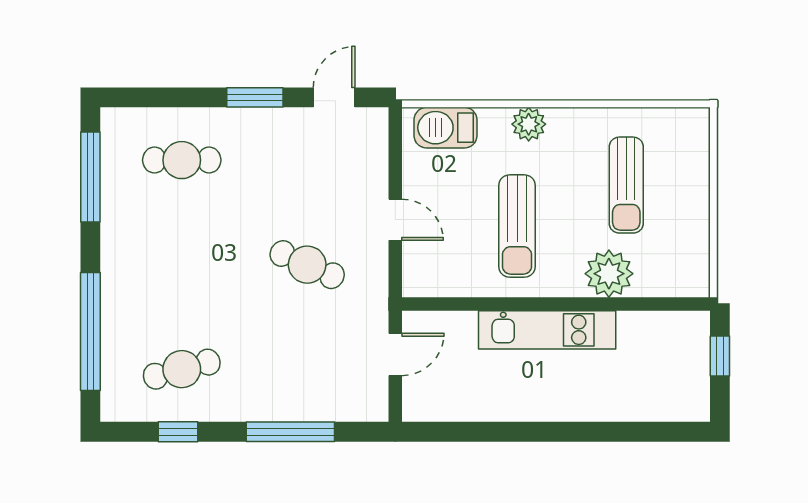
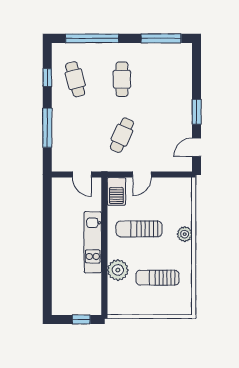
door: (334, 97) -> (197, 147), swing flipped
barbecue: (445, 128) -> (116, 191), moved, turned 180
cafe table: (182, 160) -> (122, 79), moved

